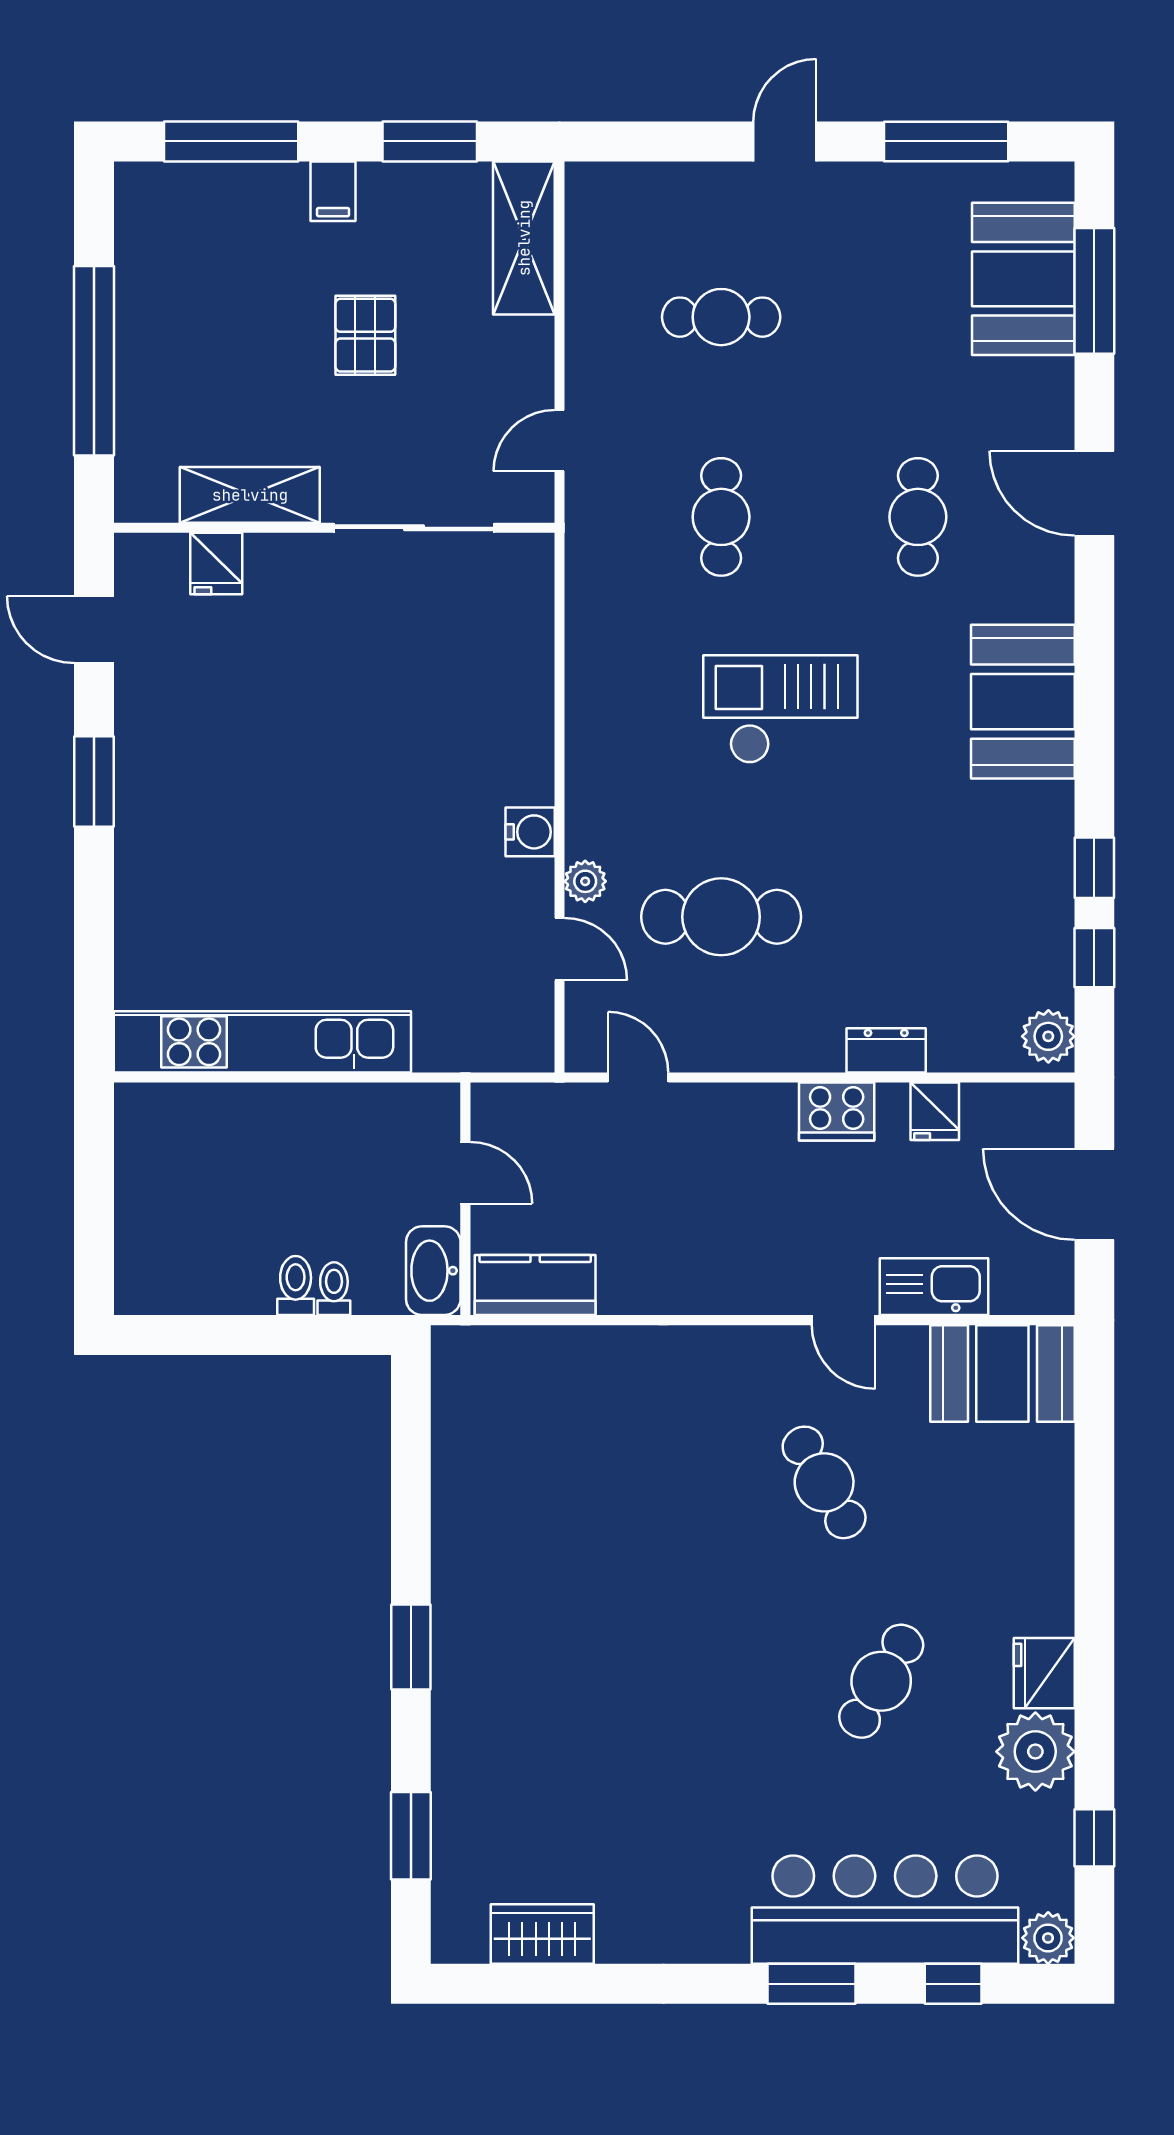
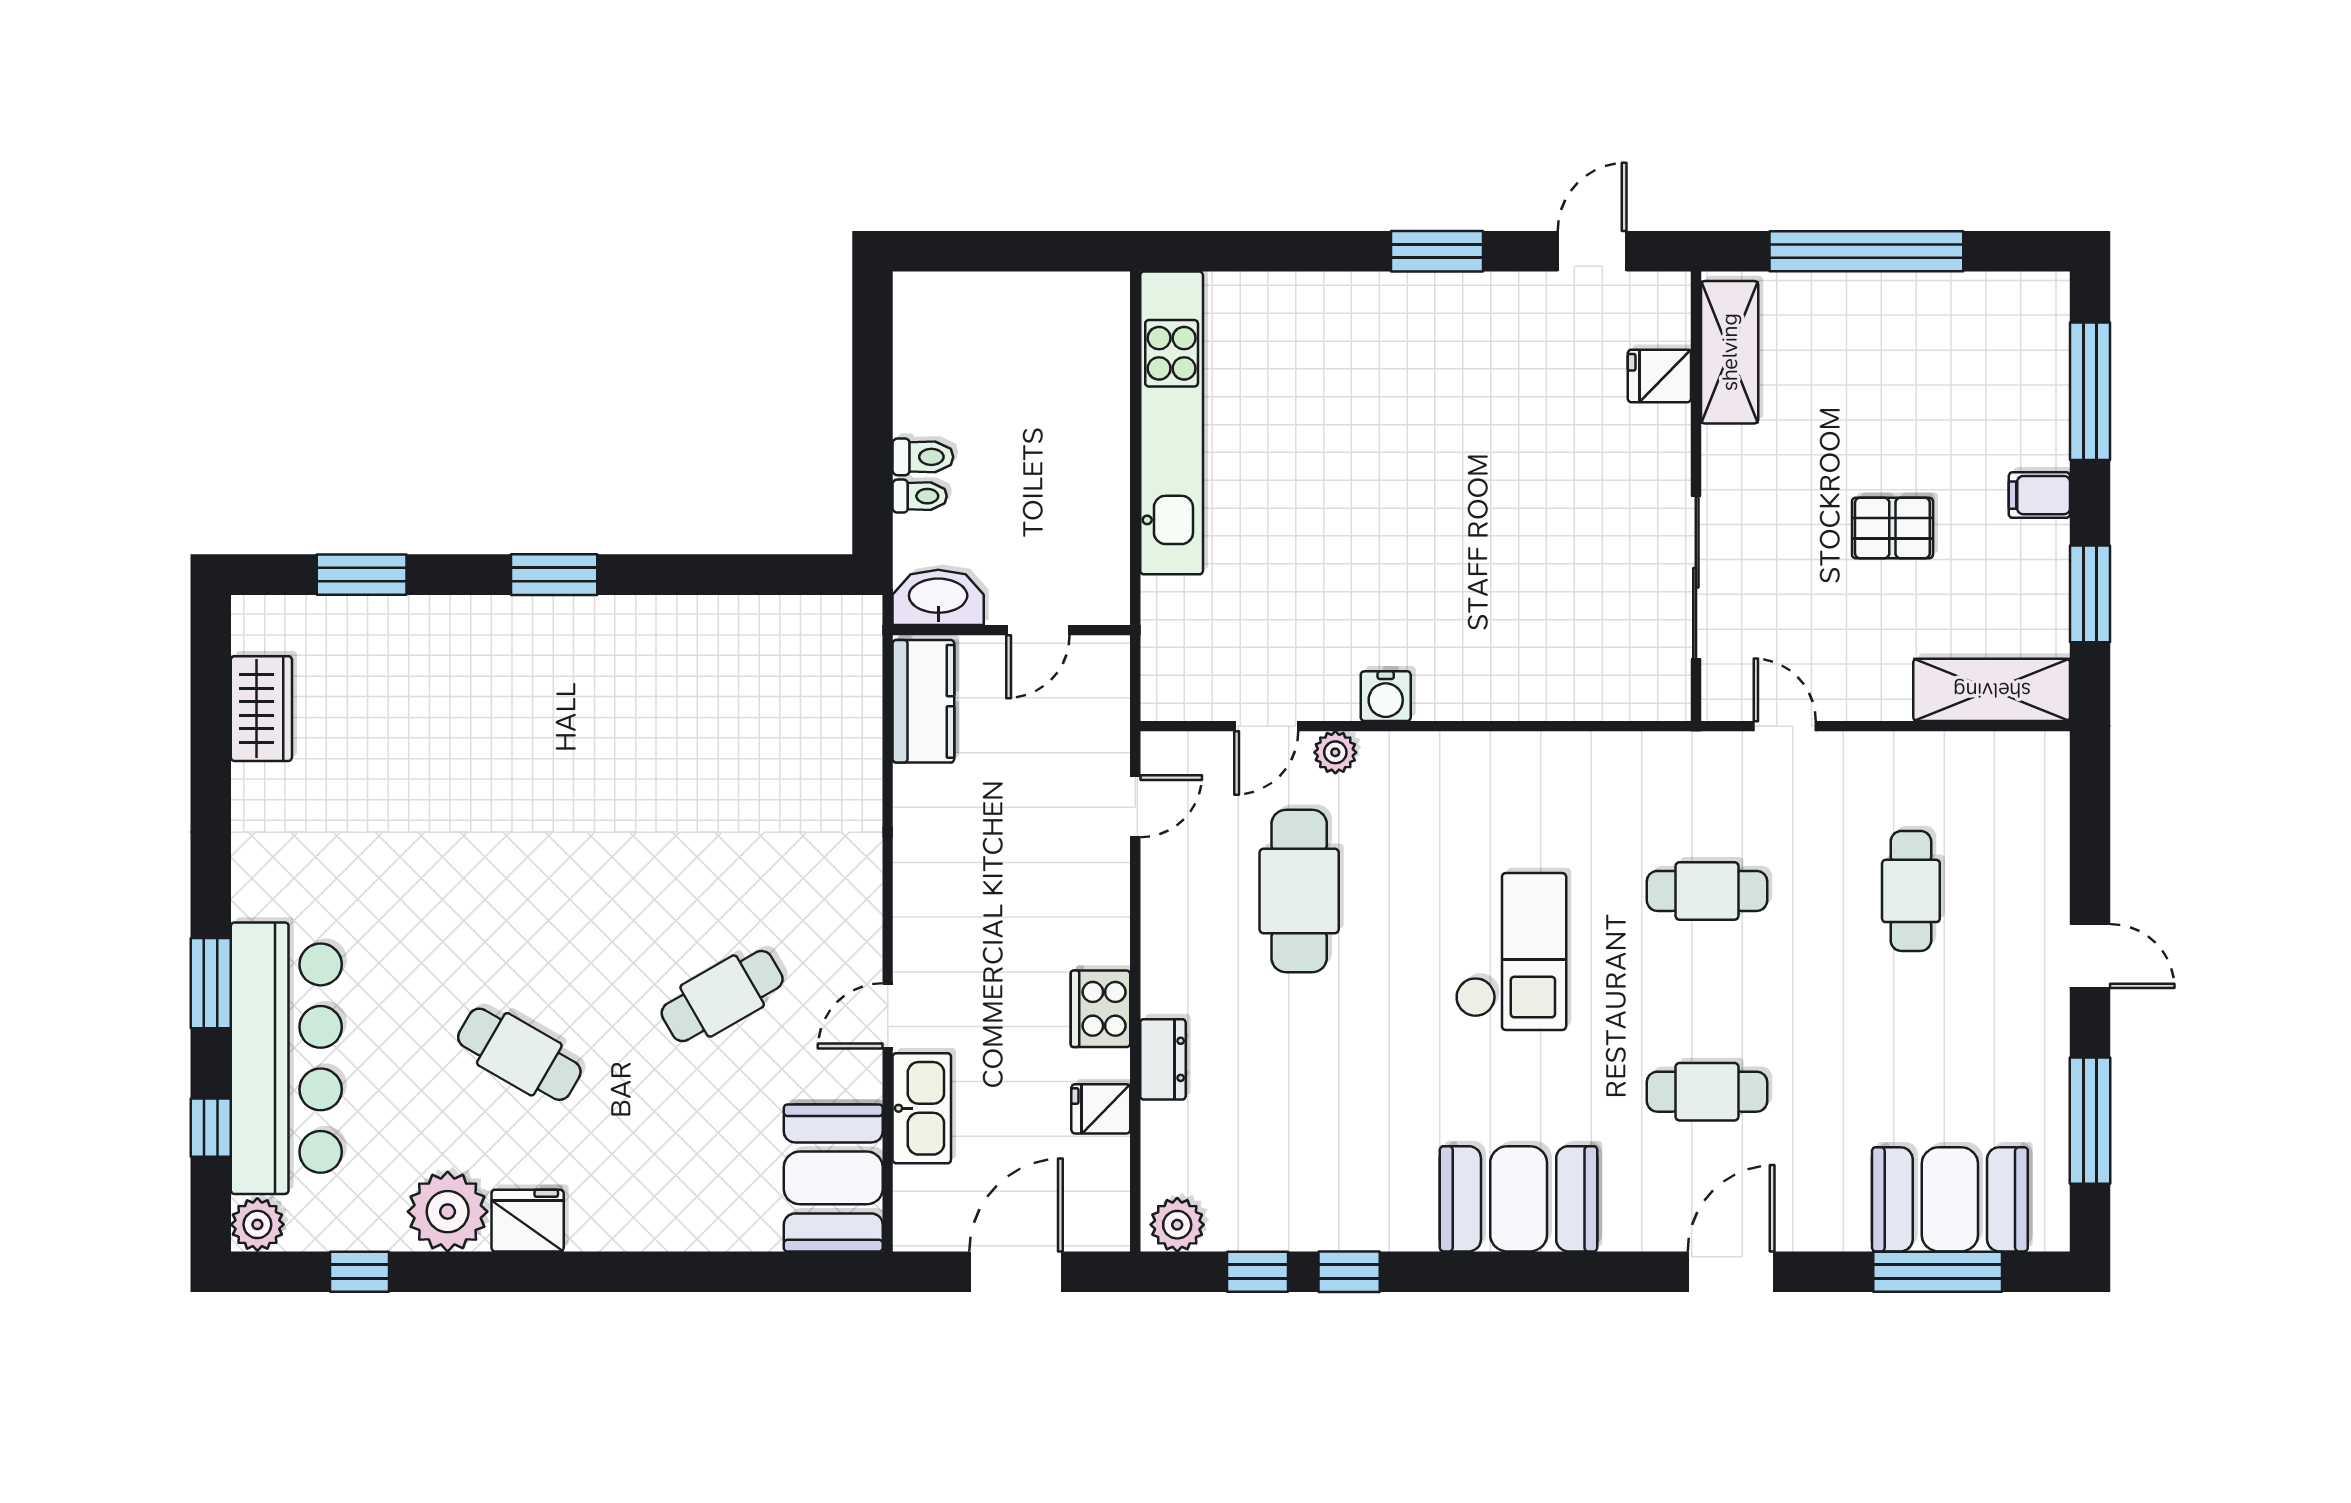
shelving: (250, 495) -> (1730, 352), moved

